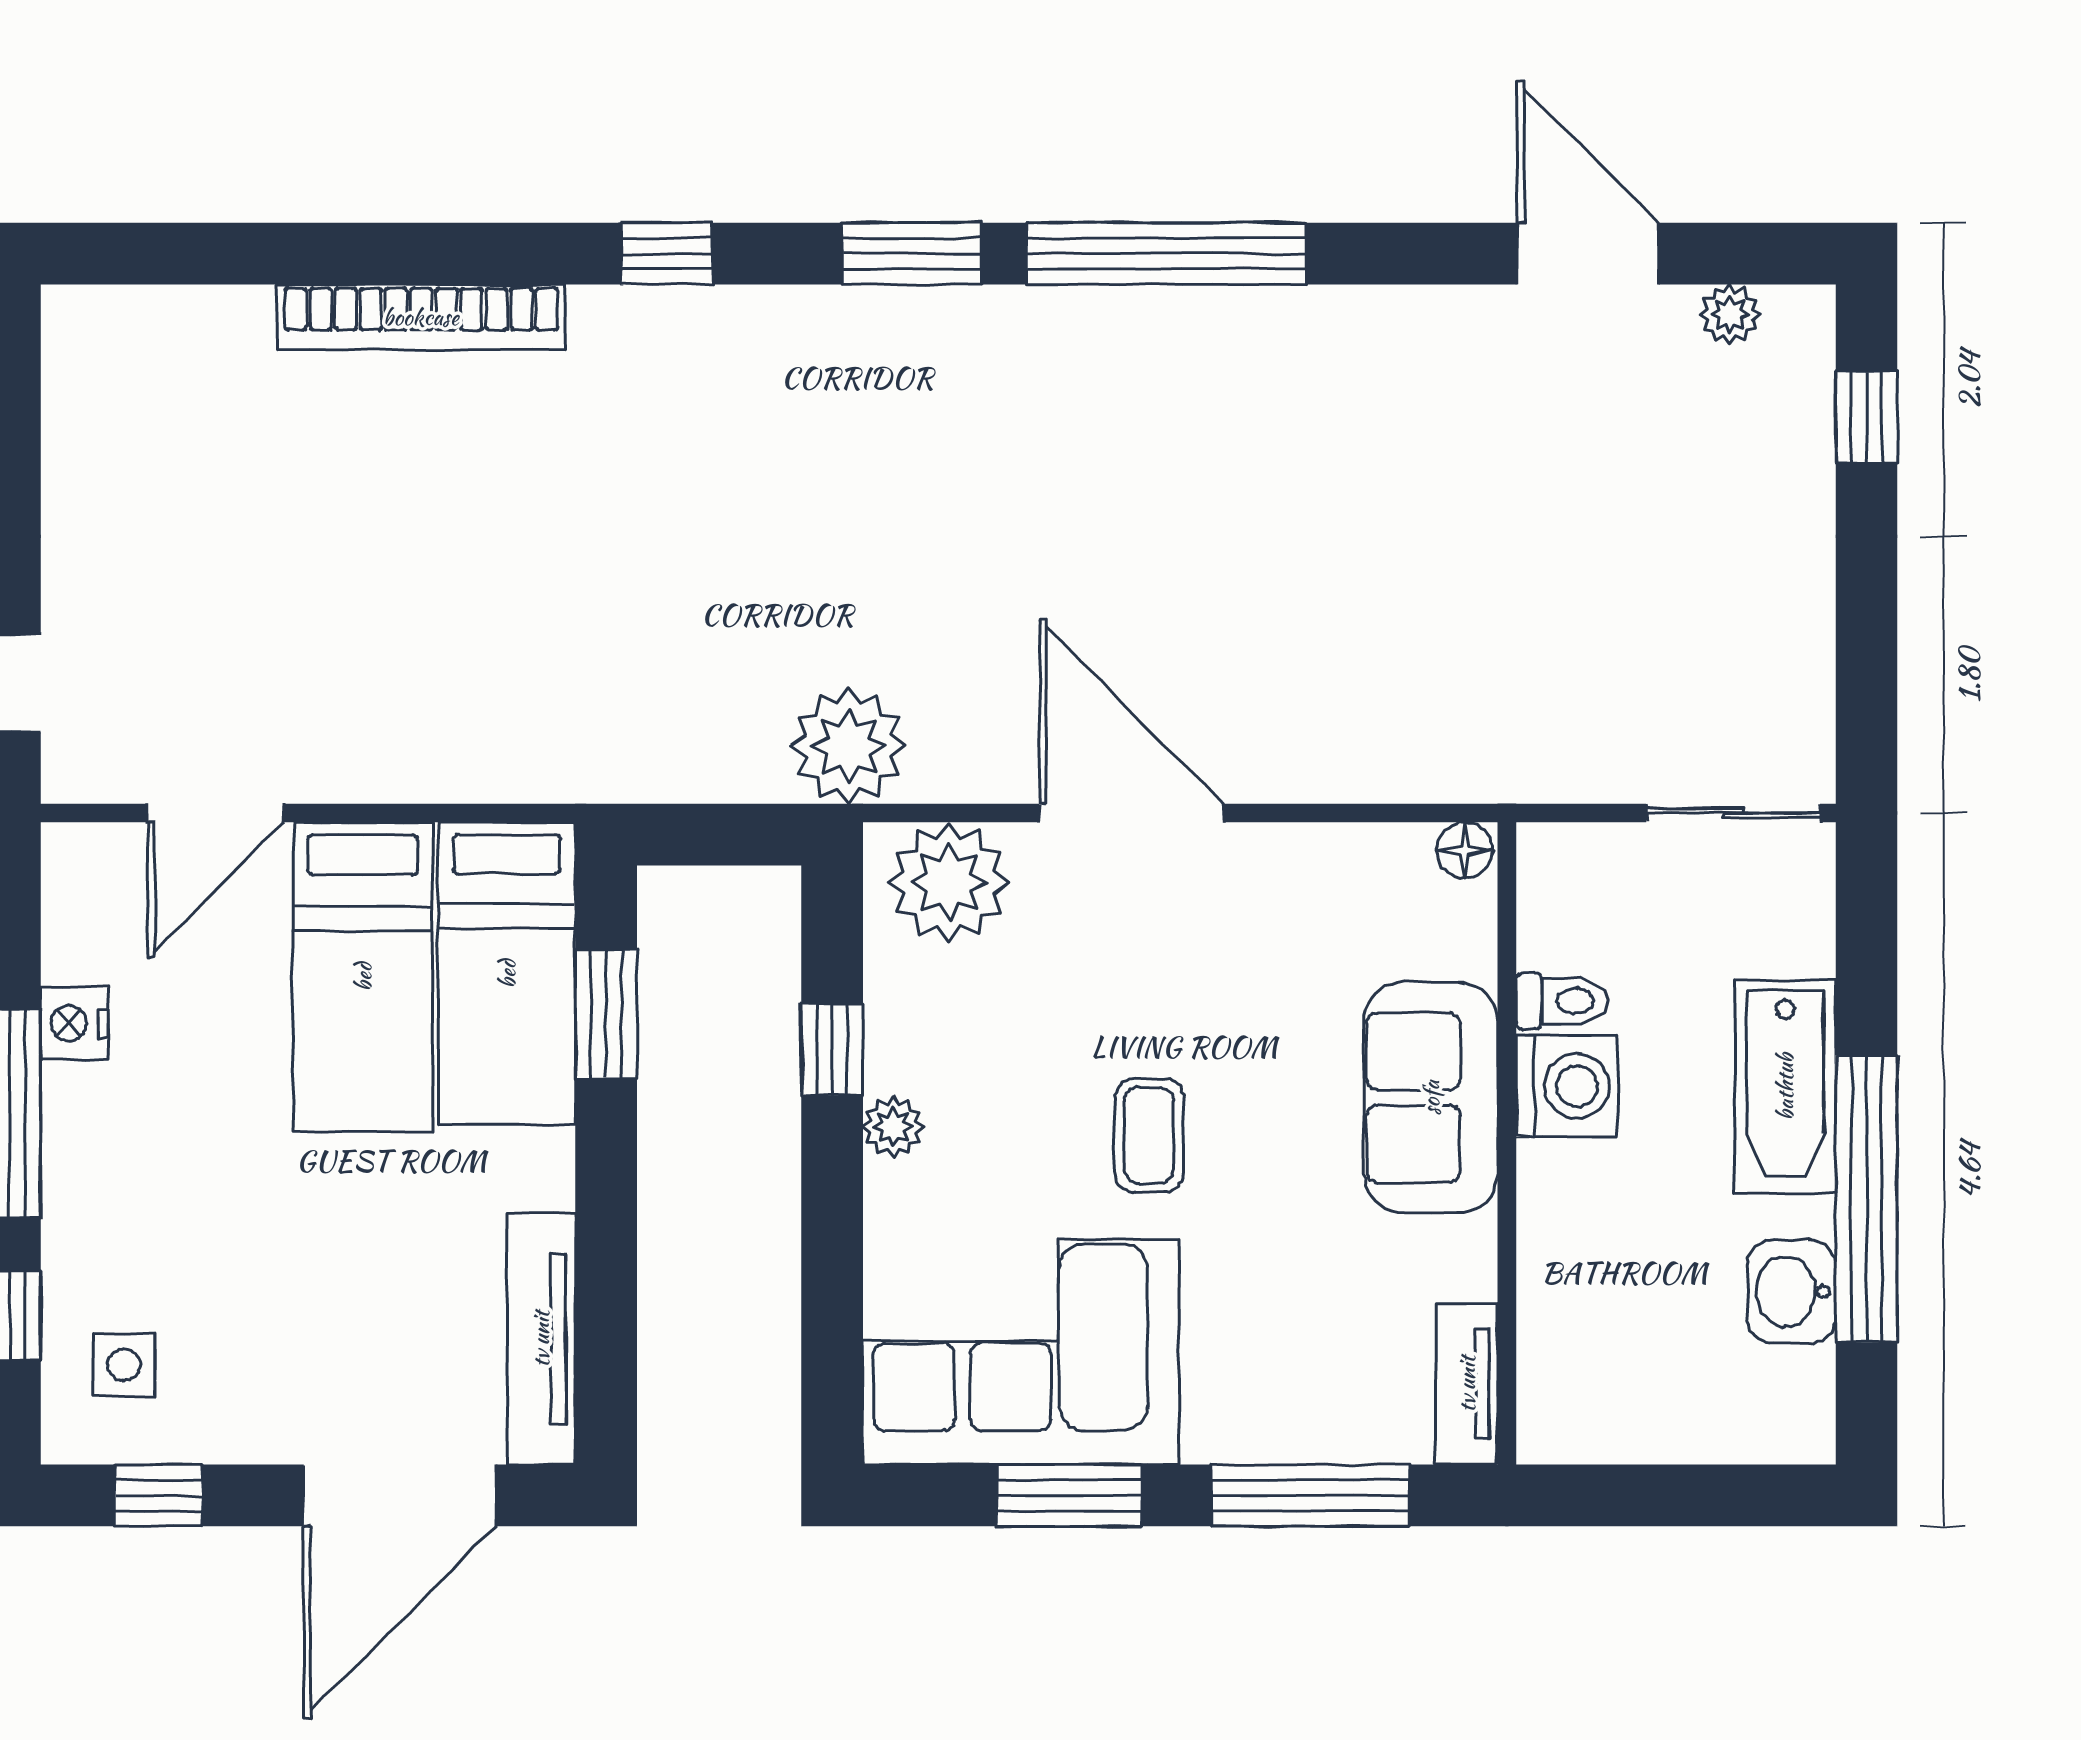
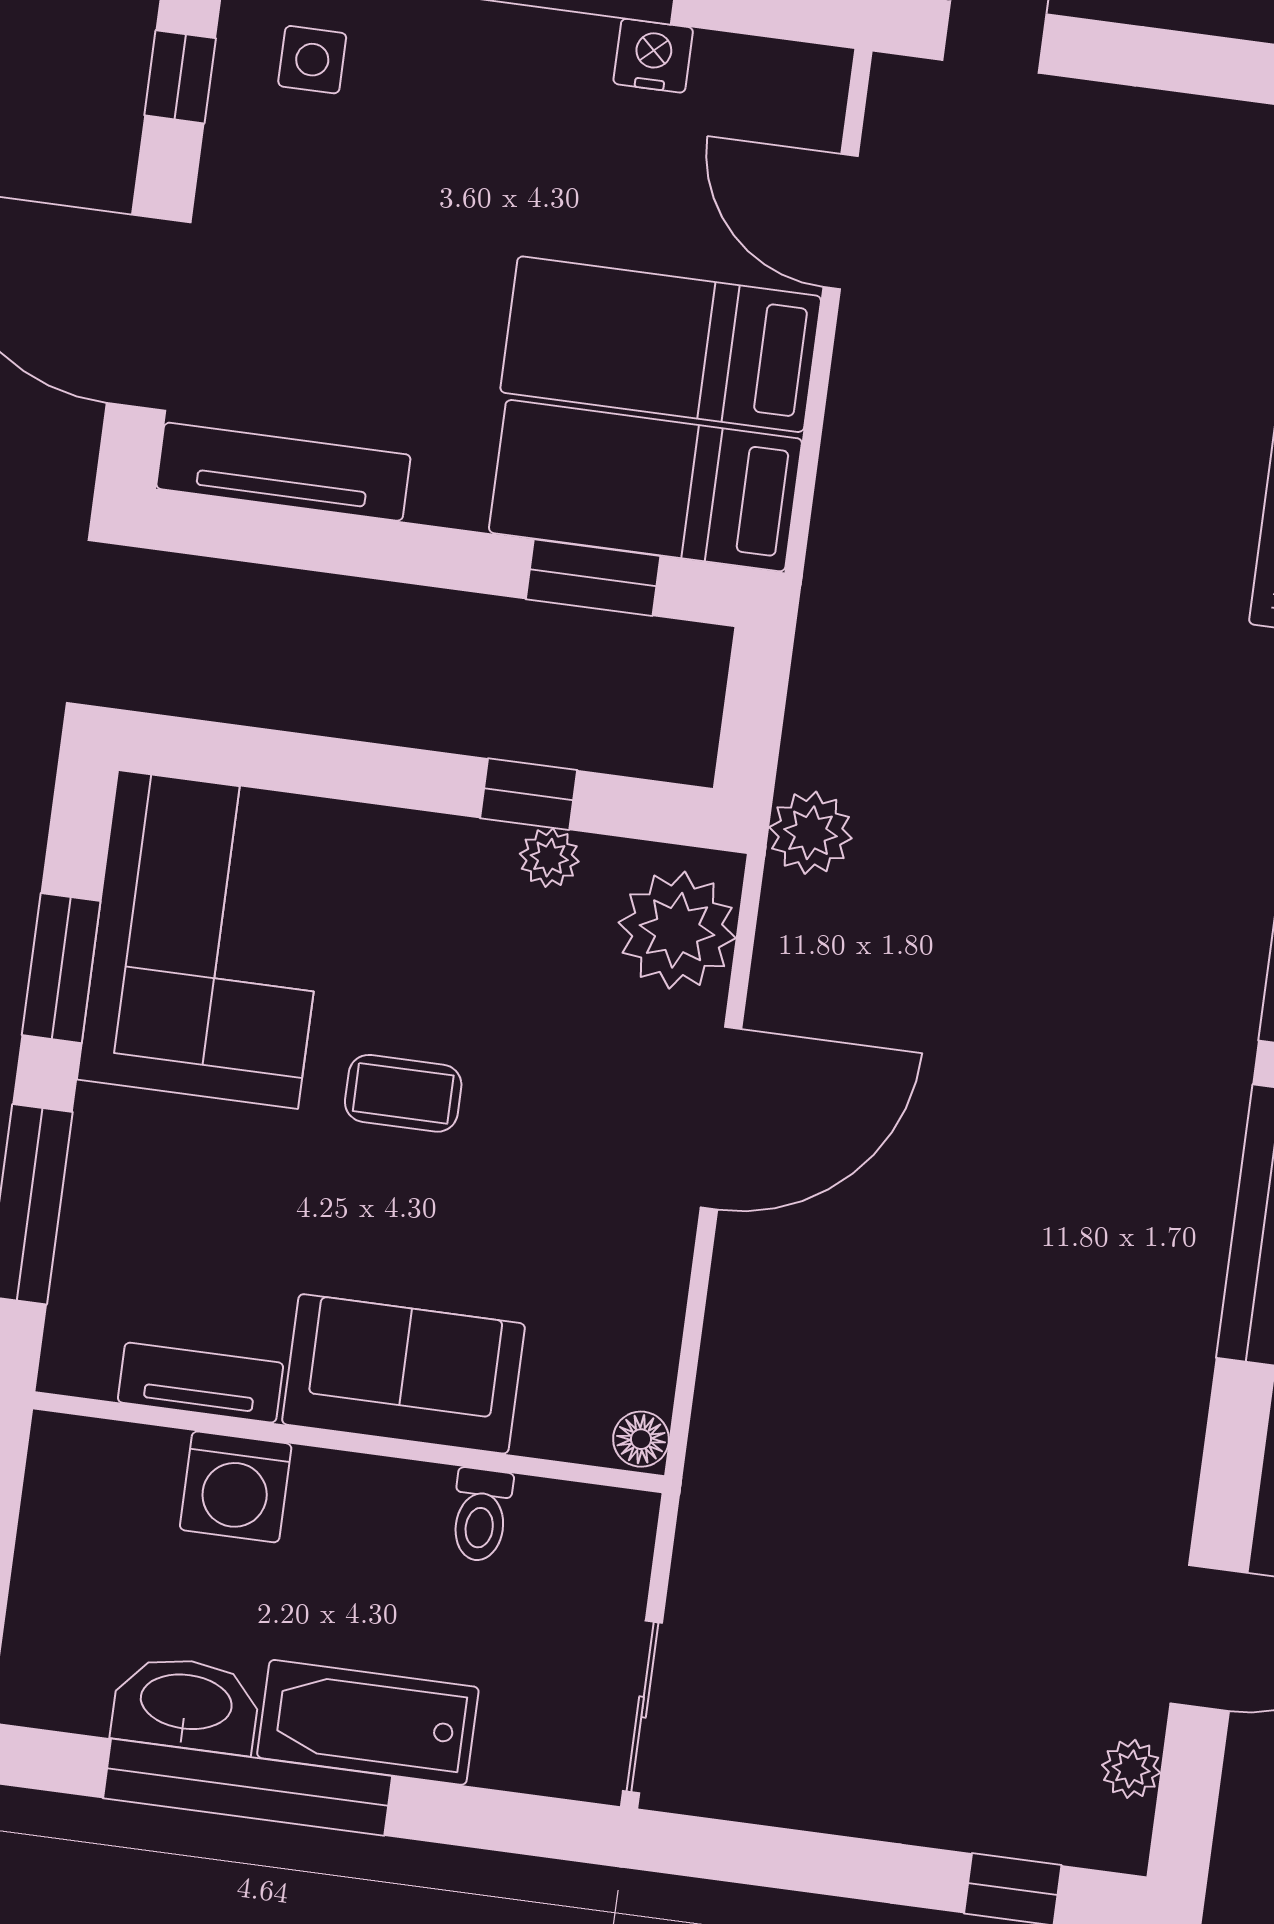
plant: (849, 746) -> (810, 833), width x0.73, depth x0.73
washing machine: (1567, 1086) -> (236, 1487), moved
plant: (893, 1127) -> (549, 858), moved
washbasin: (1792, 1292) -> (186, 1704), width x1.38
tv unit: (1467, 1384) -> (200, 1383), moved

